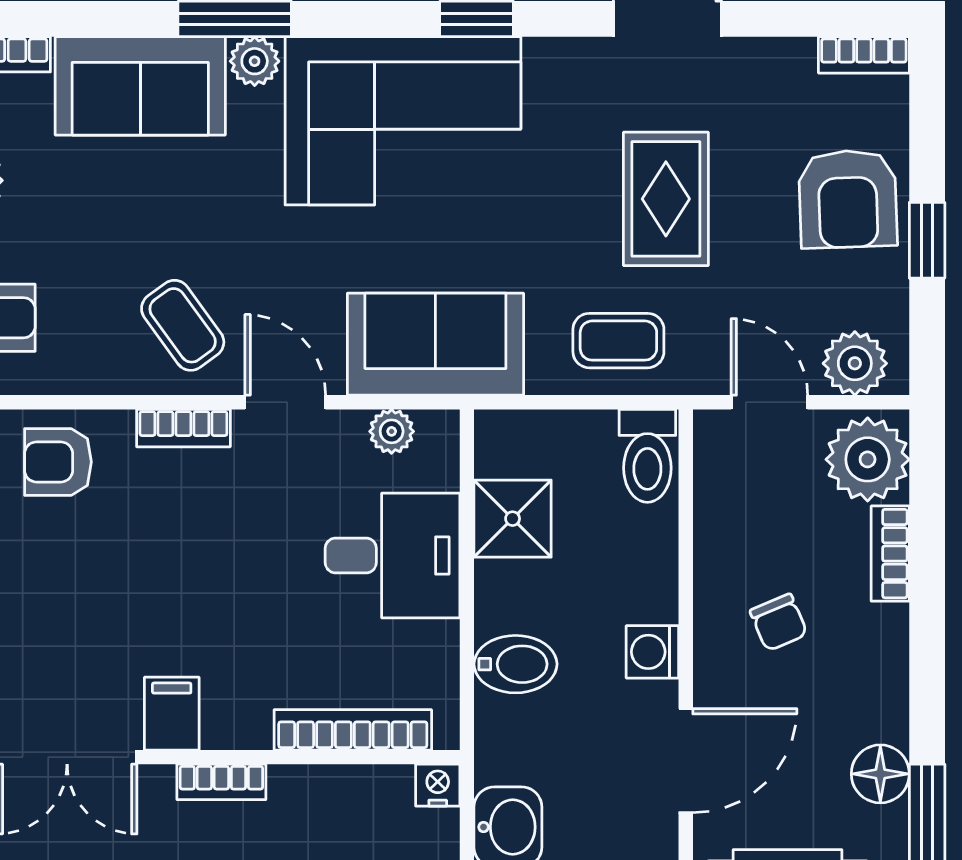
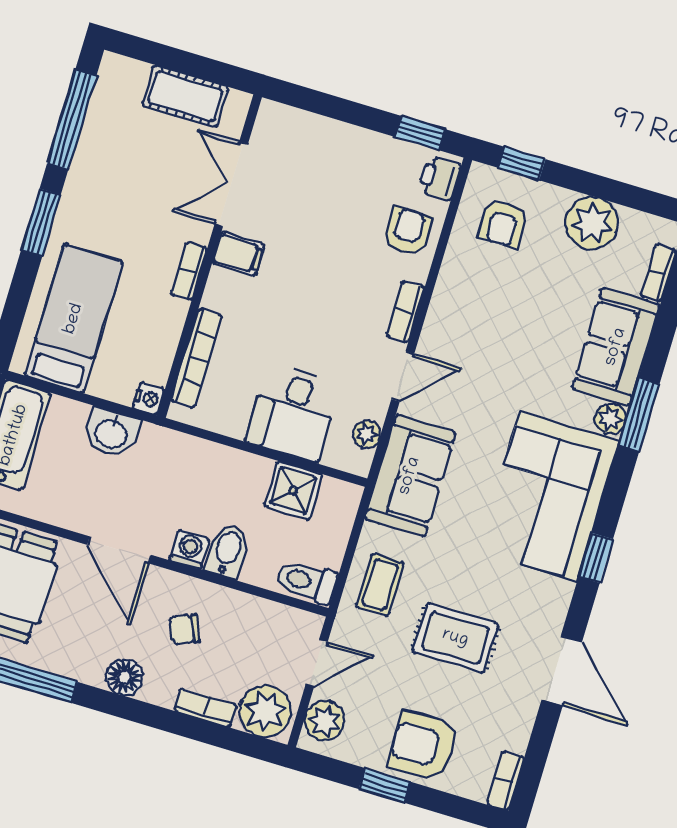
coffee table: (183, 325) -> (466, 329), removed
bidet: (515, 664) -> (228, 551), moved, turned 180
floor lamp: (880, 774) -> (125, 677), moved

